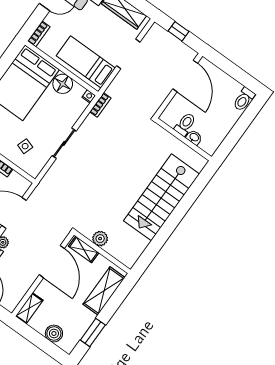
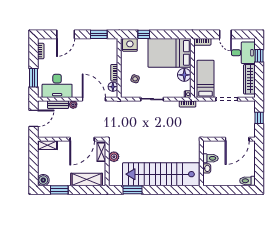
floor lamp: (16, 179) -> (113, 87), added
stairs: (161, 197) -> (161, 174), width x1.36
window: (156, 245) -> (132, 190), added
boiler: (54, 333) -> (43, 180), moved

